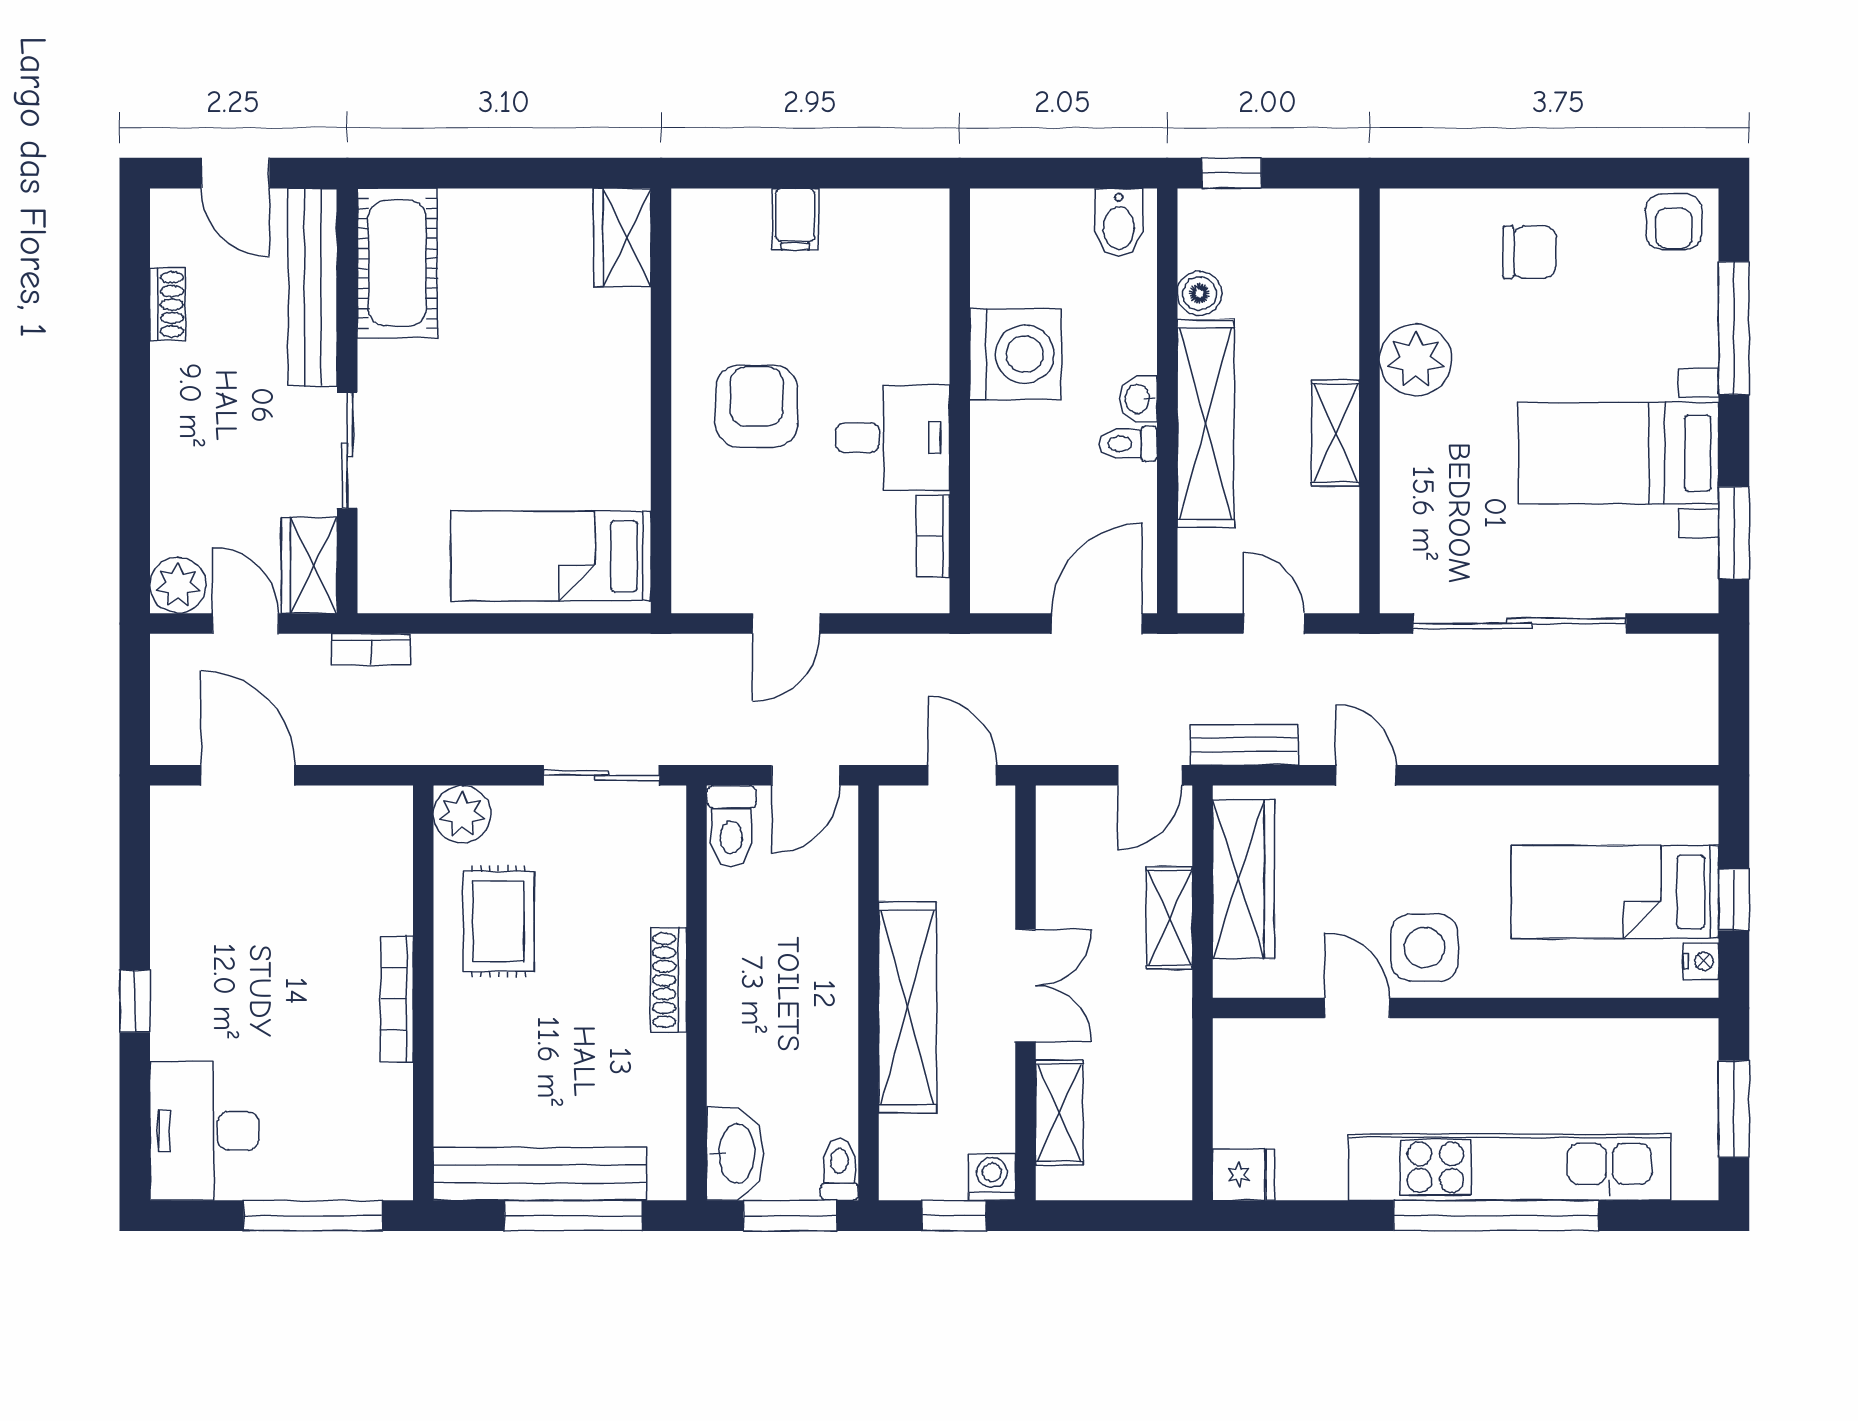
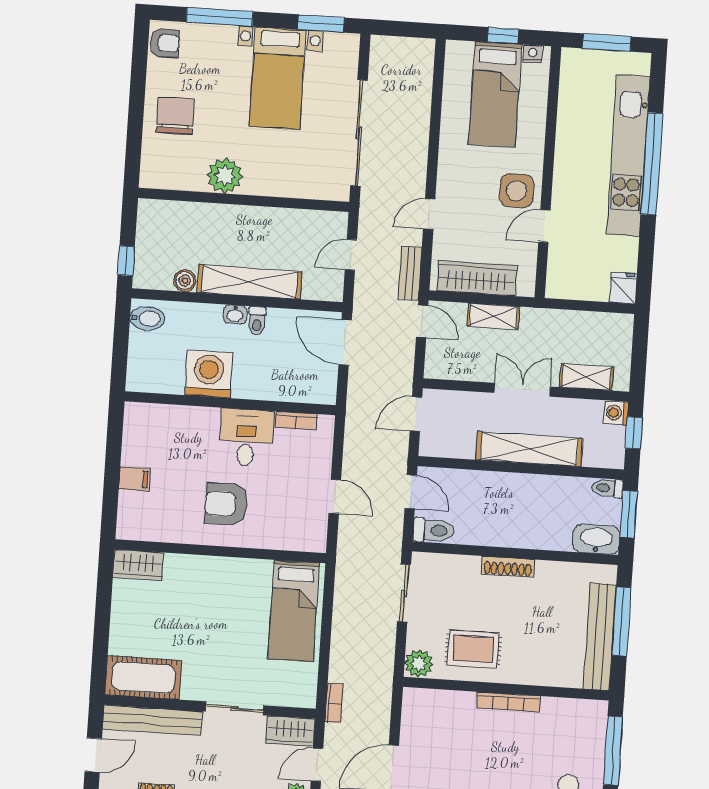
chair: (1529, 252) -> (175, 116), width x1.37, depth x1.37
shelving: (1335, 433) -> (258, 218), removed

